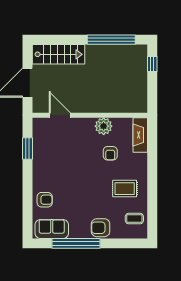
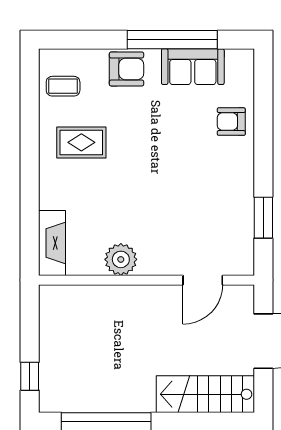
door: (60, 115) -> (203, 280), hinge flipped
armchair: (110, 153) -> (108, 209), removed
sofa: (52, 229) -> (193, 67), moved

